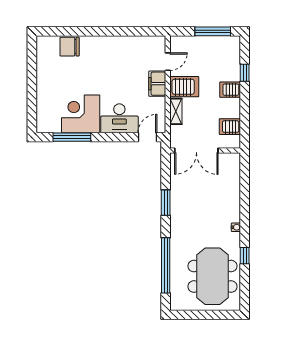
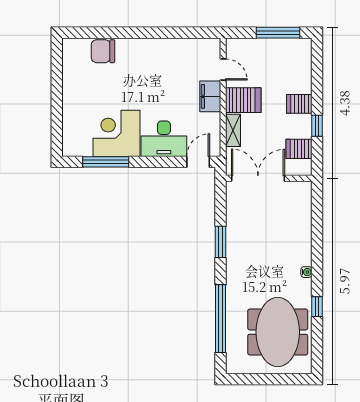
door: (168, 62) -> (223, 69), hinge flipped
window: (245, 73) -> (317, 126), moved
double door: (196, 151) -> (258, 178), swing flipped

